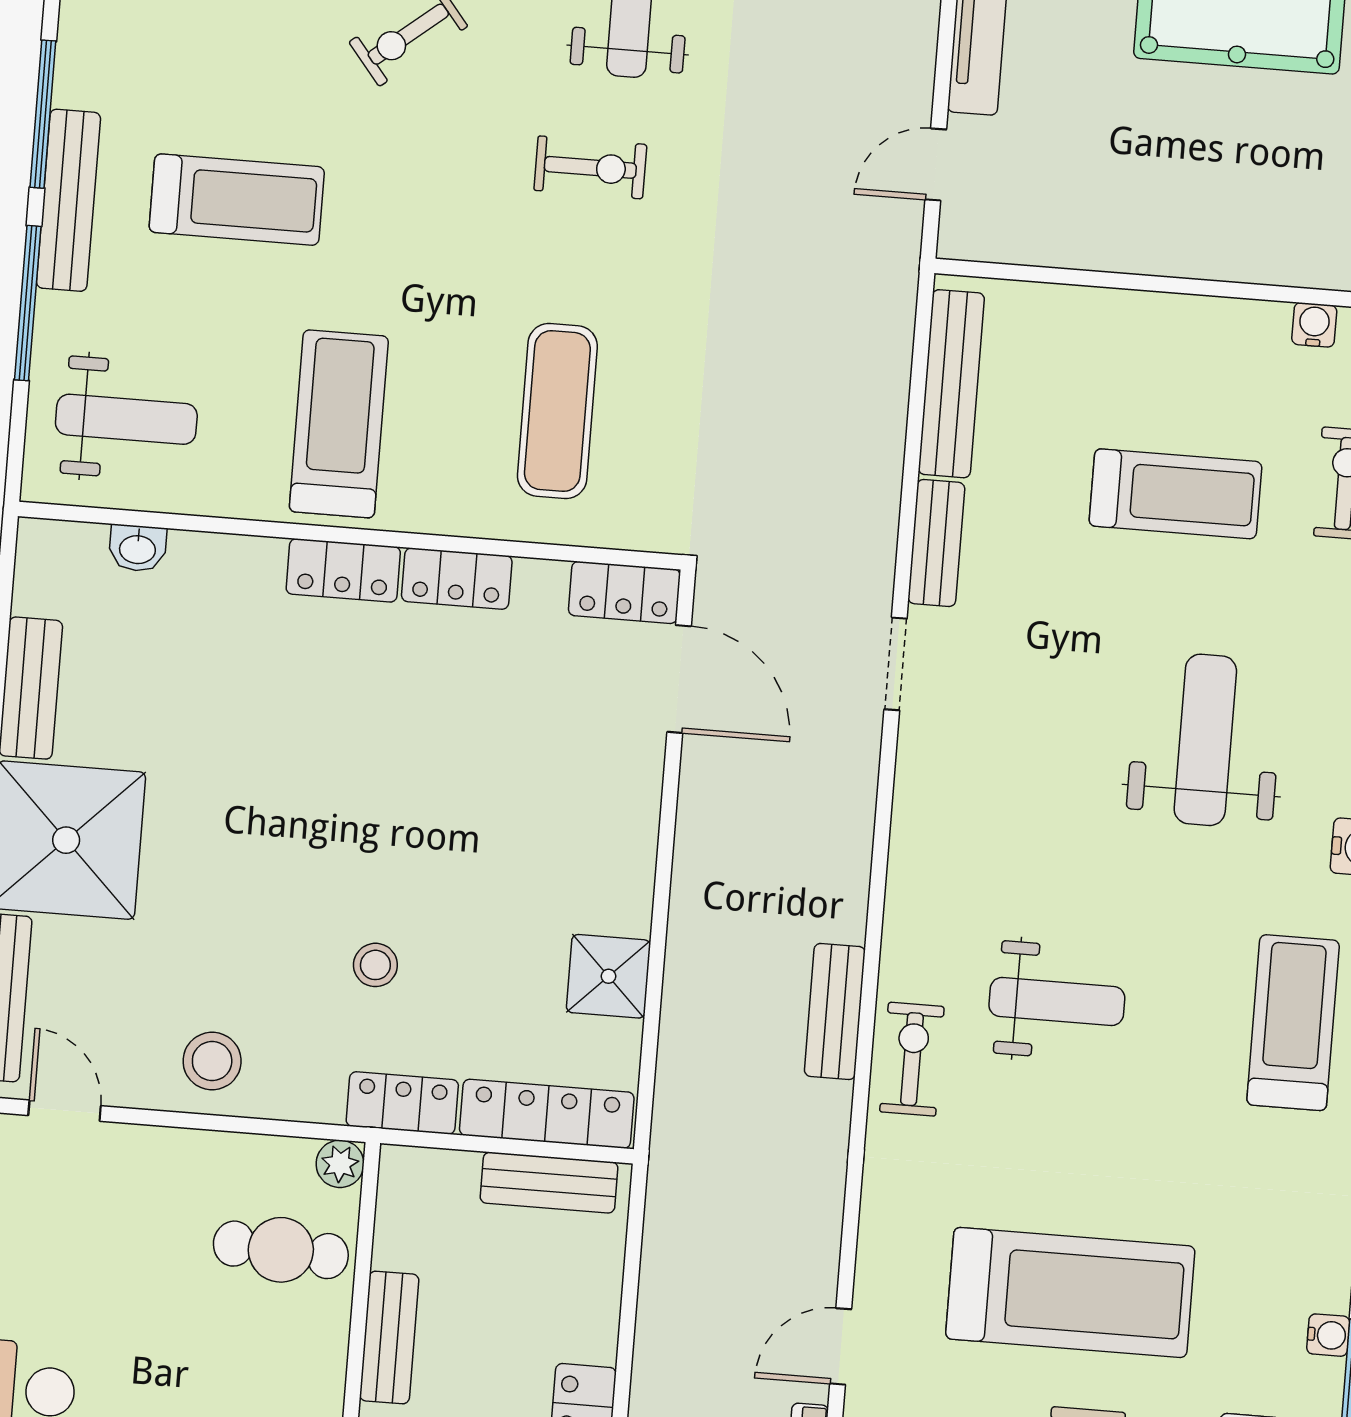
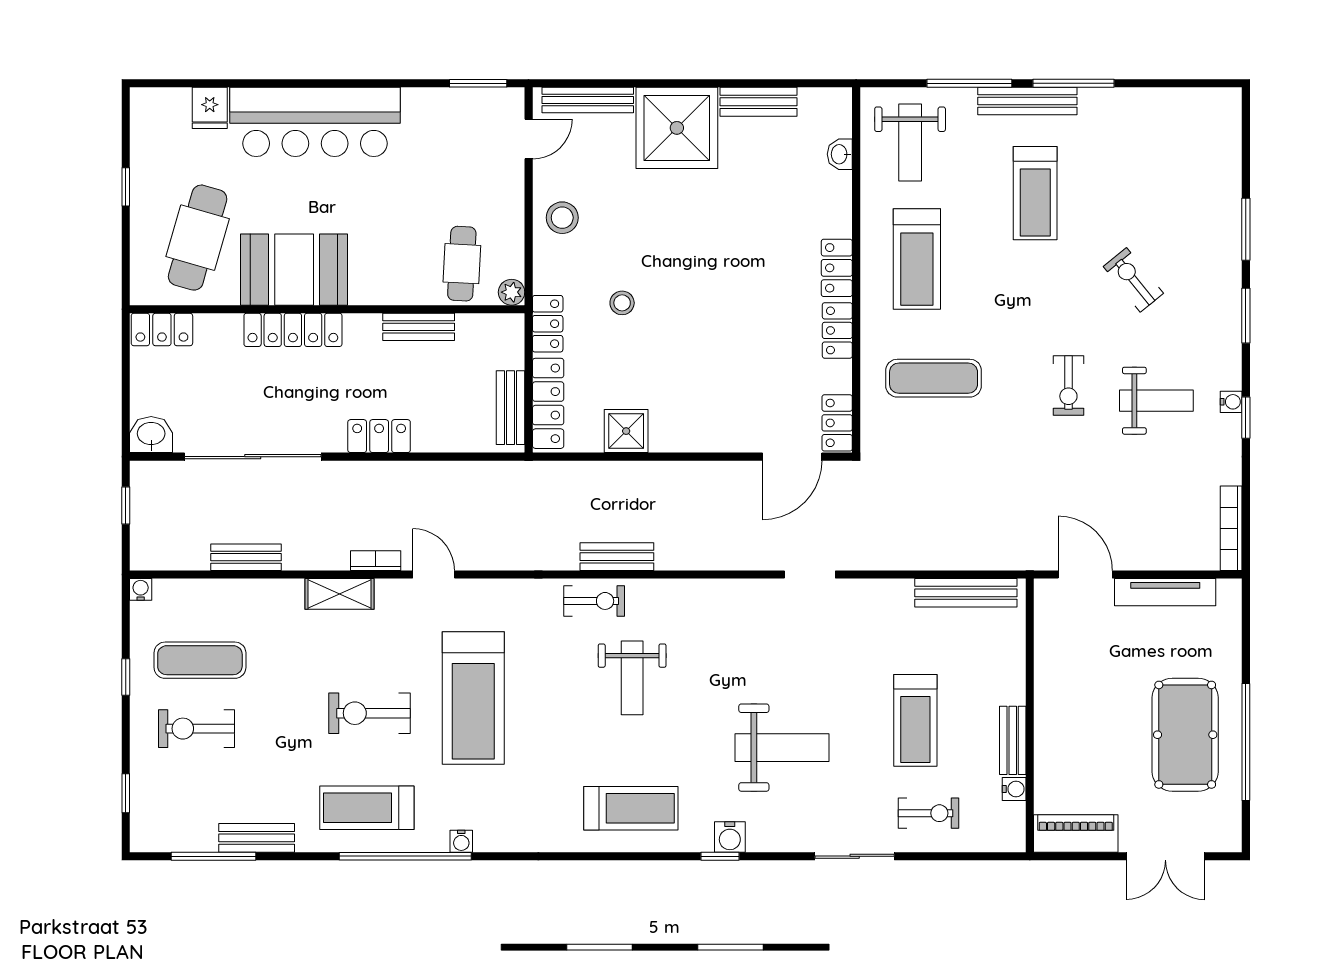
door: (936, 165) -> (1085, 575), width x1.38
treadmill: (339, 424) -> (917, 259), turned 90
bench: (936, 543) -> (1013, 740), moved, turned 90

